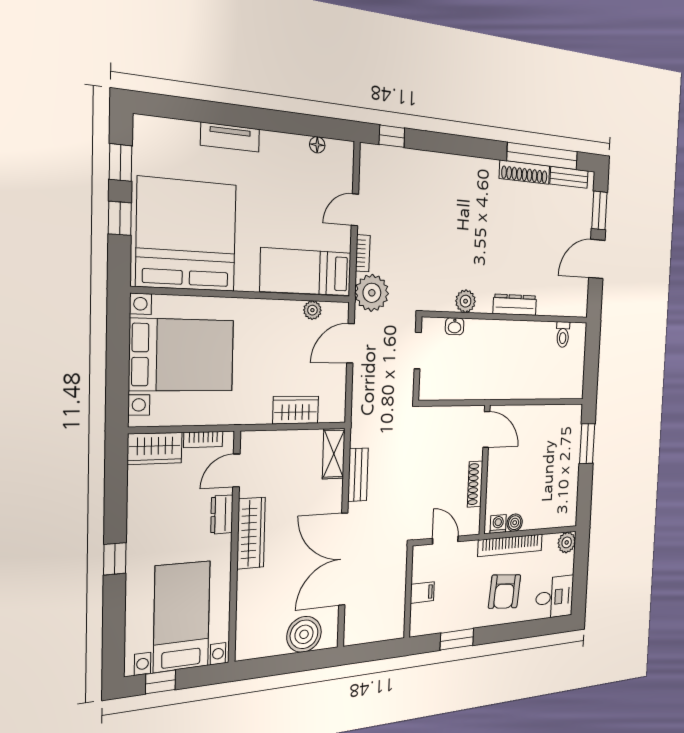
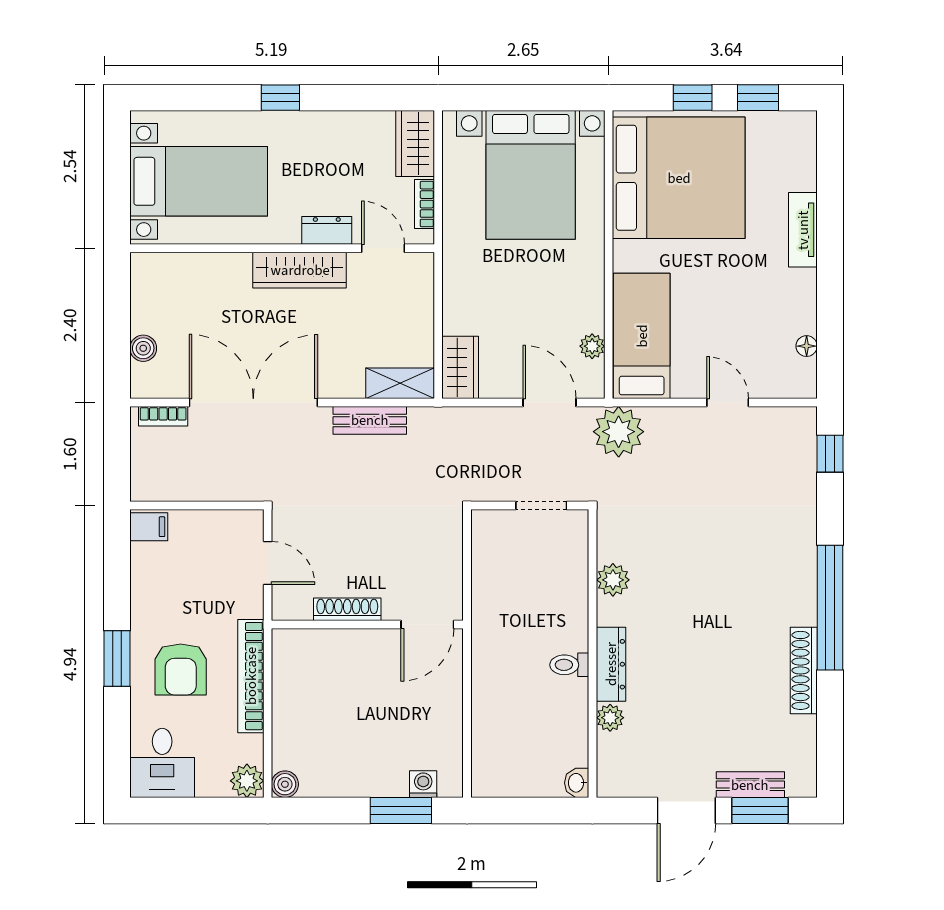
window: (543, 156) -> (830, 608), moved
bench: (569, 177) -> (750, 785), moved, turned 90
bookcase: (363, 253) -> (163, 416), moved
door: (597, 259) -> (686, 810), swing flipped
plant: (545, 307) -> (610, 718), added
washbasin: (455, 326) -> (577, 783), moved
toilet: (563, 335) -> (569, 665), moved
wardrobe: (296, 410) -> (460, 367), moved
boiler: (515, 523) -> (285, 784), moved
washing machine: (498, 524) -> (423, 784), moved, turned -90
door: (445, 540) -> (268, 563), hinge flipped
armchair: (504, 591) -> (181, 669), turned -95
filing cabinet: (422, 592) -> (149, 527), moved, turned -90
boiler: (304, 634) -> (143, 348), width x0.54, depth x0.54
window: (457, 639) -> (117, 658), moved
window: (161, 682) -> (117, 156), removed

